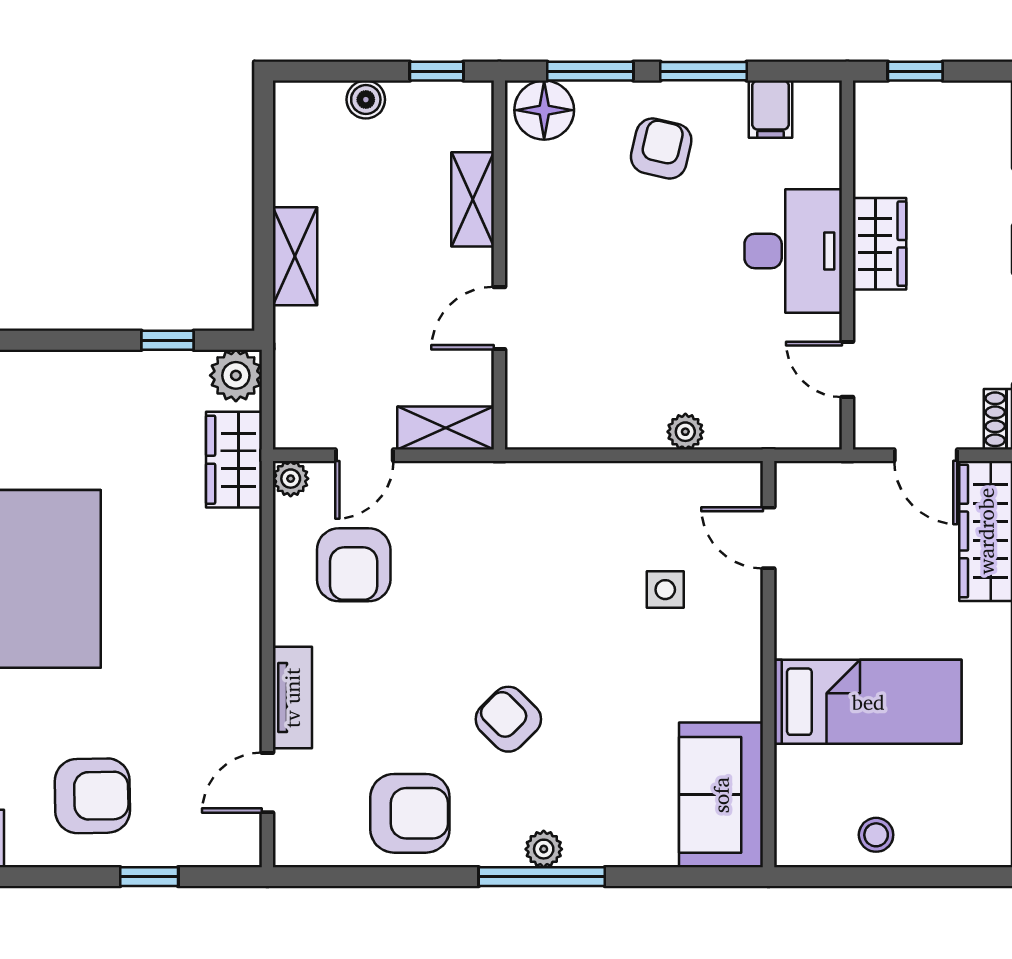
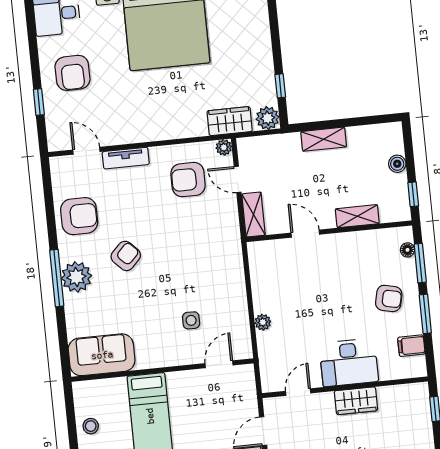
floor lamp: (544, 110) -> (407, 250), width x0.53, depth x0.53
armchair: (410, 813) -> (79, 216), turned -90
plant: (544, 849) -> (76, 277), width x1.88, depth x1.88

